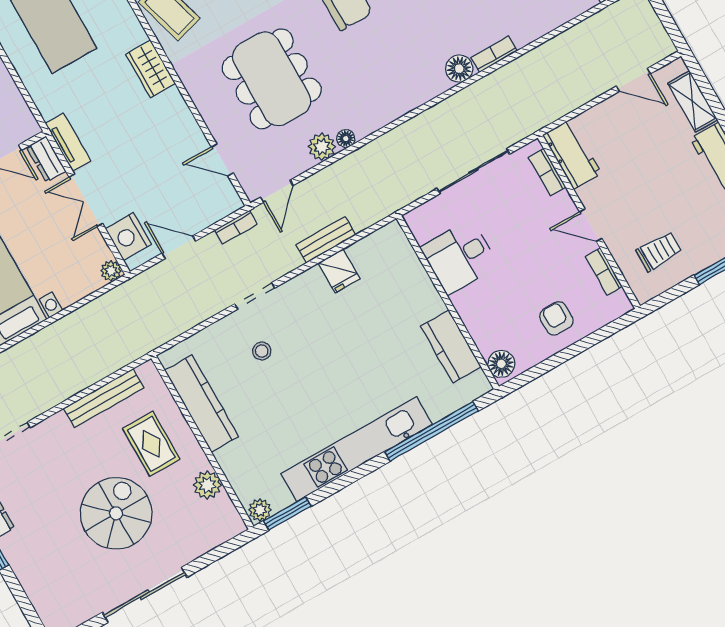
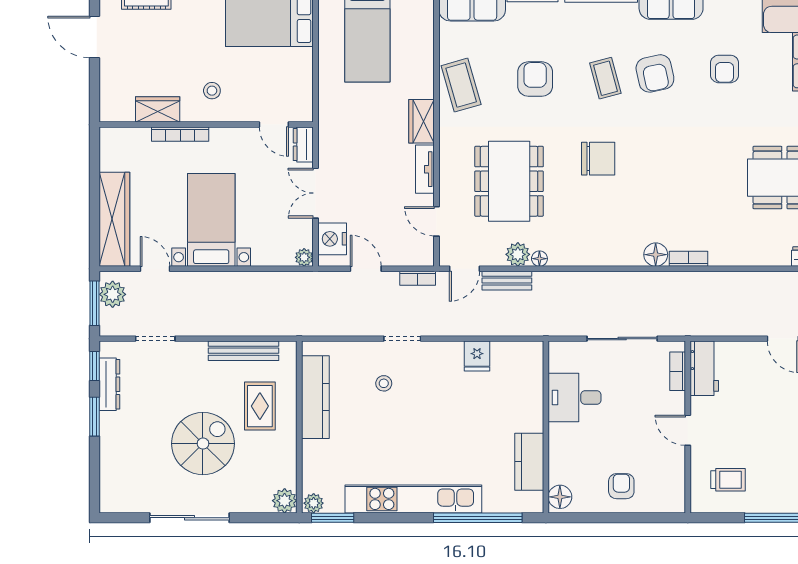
tv unit: (68, 142) -> (425, 169), moved, turned 180
bench: (326, 240) -> (507, 281), moved
bookcase: (604, 271) -> (678, 471), removed
plant: (207, 485) -> (285, 501), moved

